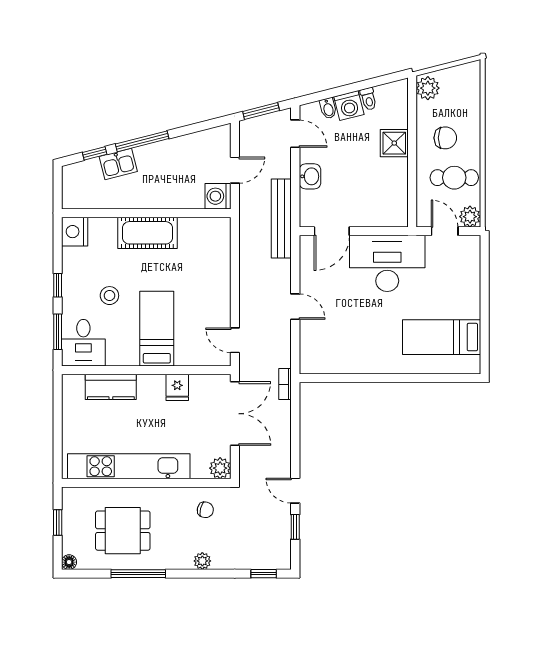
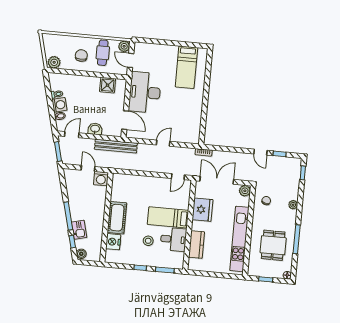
shower: (394, 143) -> (108, 85), moved
boiler: (74, 172) -> (81, 254), added
door: (445, 231) -> (131, 60), hinge flipped
nightstand: (75, 232) -> (113, 242), moved, turned 90
desk: (83, 343) -> (173, 239), moved
fridge: (177, 387) -> (202, 210), width x1.88, depth x1.34
door: (295, 491) -> (260, 152), hinge flipped

